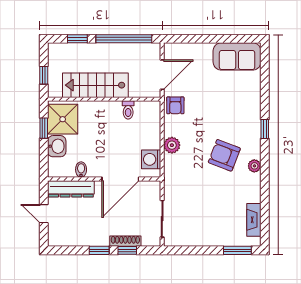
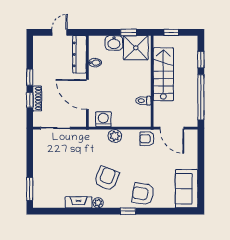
armchair: (243, 110) -> (143, 194), added
fireplace: (254, 220) -> (79, 202), moved

